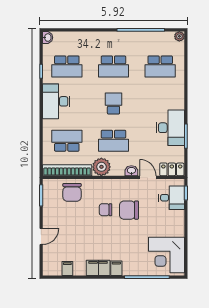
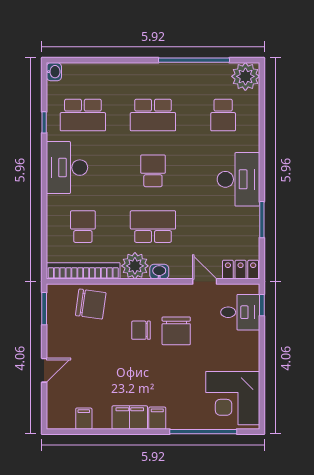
plant: (179, 36) -> (245, 76), width x1.88, depth x1.88
school desk: (160, 66) -> (223, 115), width x0.54
desk: (170, 128) -> (238, 179), moved
school desk: (67, 141) -> (83, 227), width x0.54
school desk: (113, 141) -> (153, 227), turned 180
washbasin: (131, 171) -> (159, 272), moved
chair: (72, 192) -> (91, 304), turned -82
chair: (129, 210) -> (176, 331), turned -90

